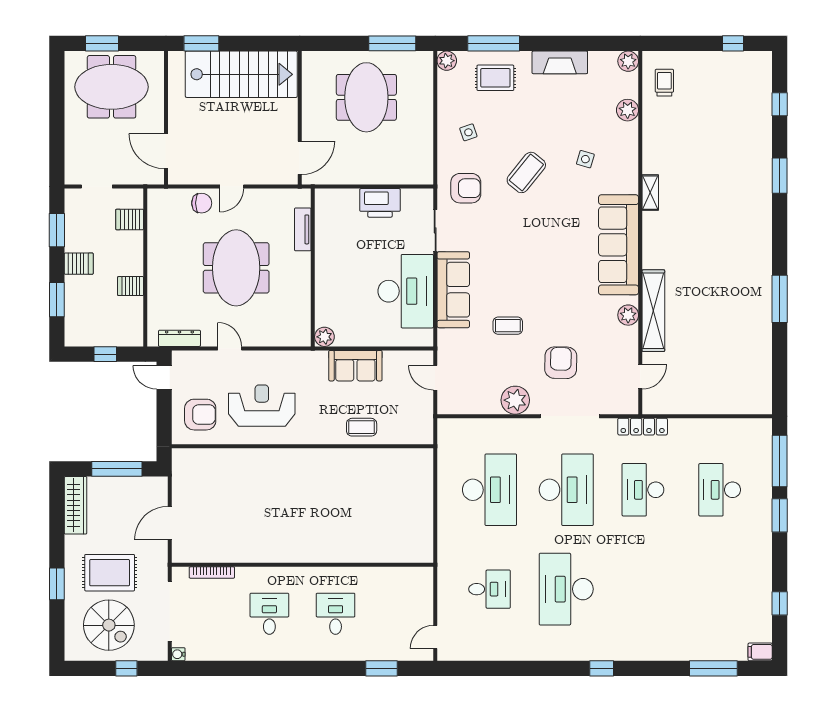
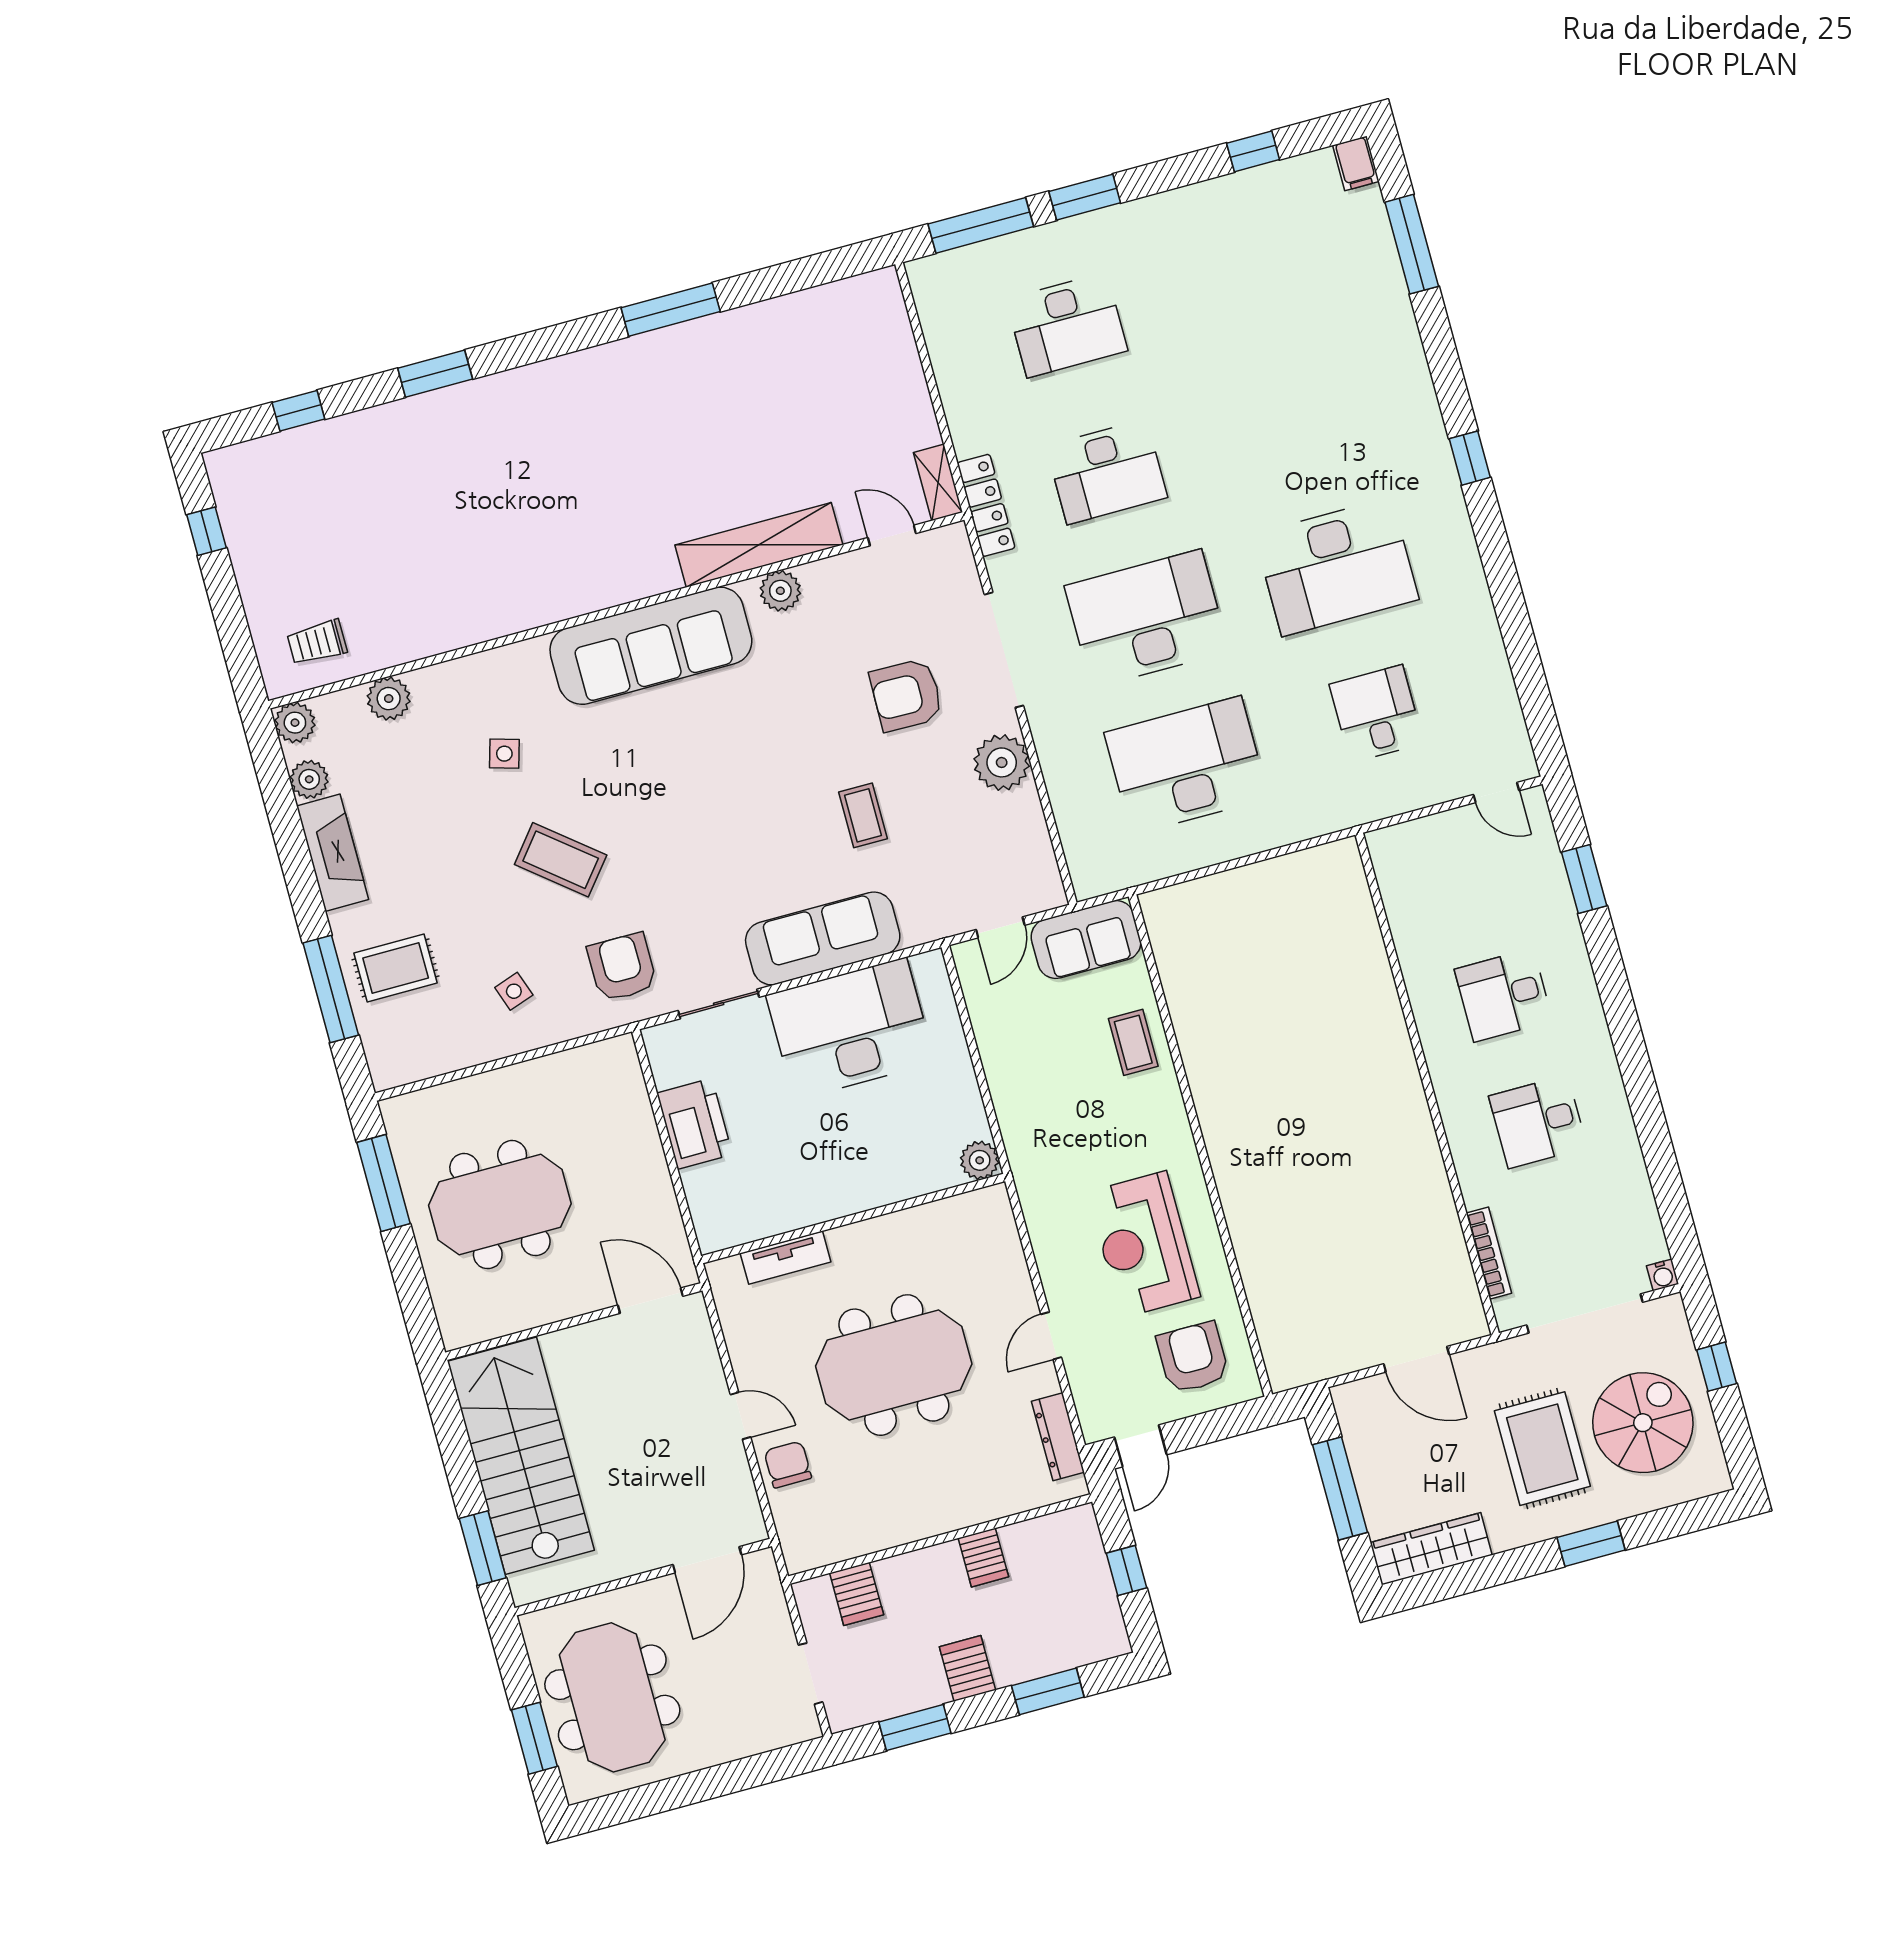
plant: (447, 61) -> (309, 779), moved
rug: (495, 78) -> (396, 968), turned 90
shelving: (650, 193) -> (938, 482), moved, turned 90
sofa: (355, 366) -> (1086, 940), moved, turned 90

